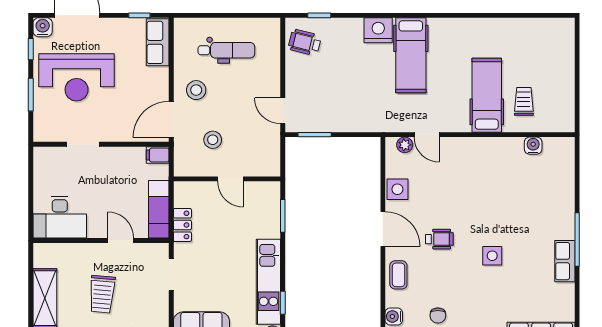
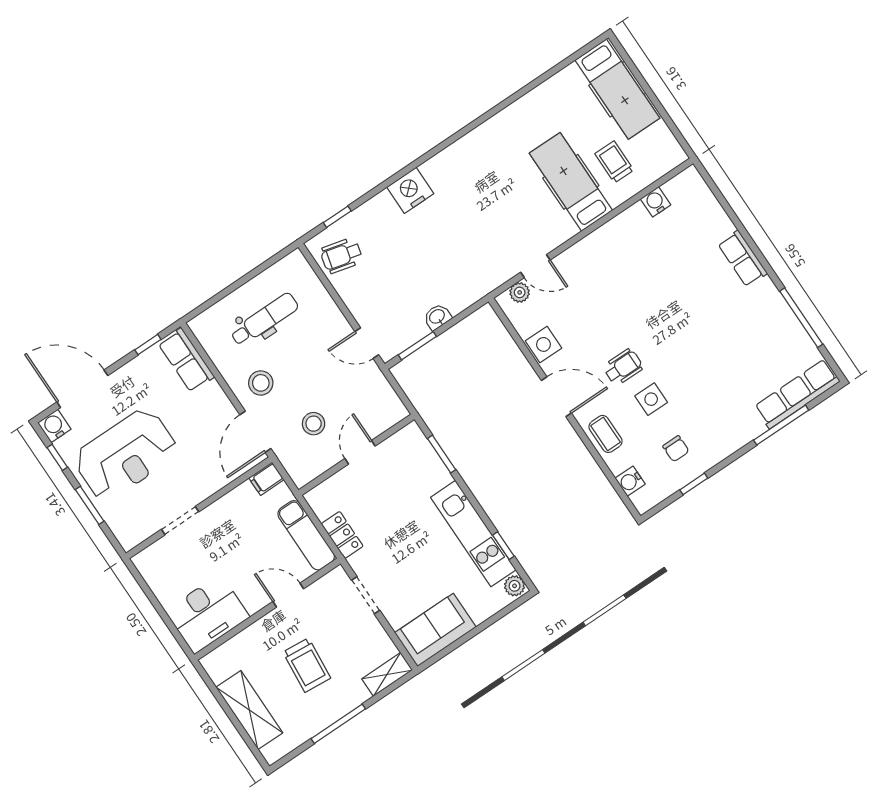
hospital bed: (411, 55) -> (617, 89), moved
washbasin: (340, 125) -> (437, 317), added
door: (230, 179) -> (360, 452), swing flipped
window: (577, 240) -> (801, 318), moved
side table: (492, 256) -> (651, 399), moved
row of seats: (565, 261) -> (742, 259), moved

